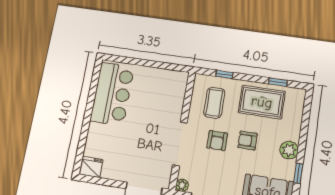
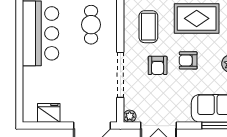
cafe table: (161, 93) -> (91, 25), added
fridge: (91, 167) -> (49, 113), moved

